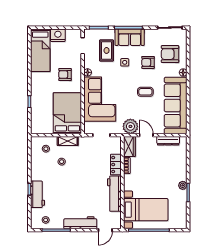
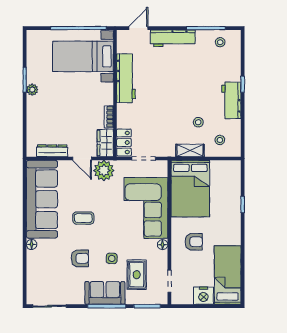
armchair: (170, 54) -> (50, 270), removed
locker: (116, 165) -> (124, 143), moved
workbench: (37, 194) -> (231, 100), moved

